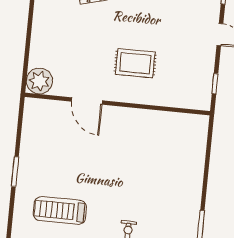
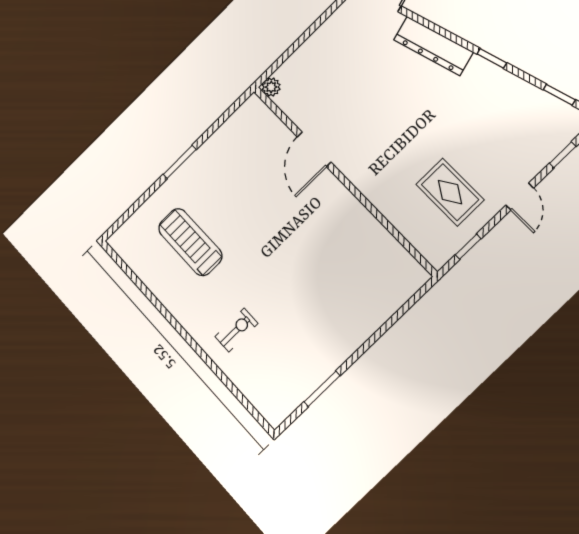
rug: (135, 63) -> (450, 192), moved
plant: (39, 81) -> (271, 87), width x0.53, depth x0.53

